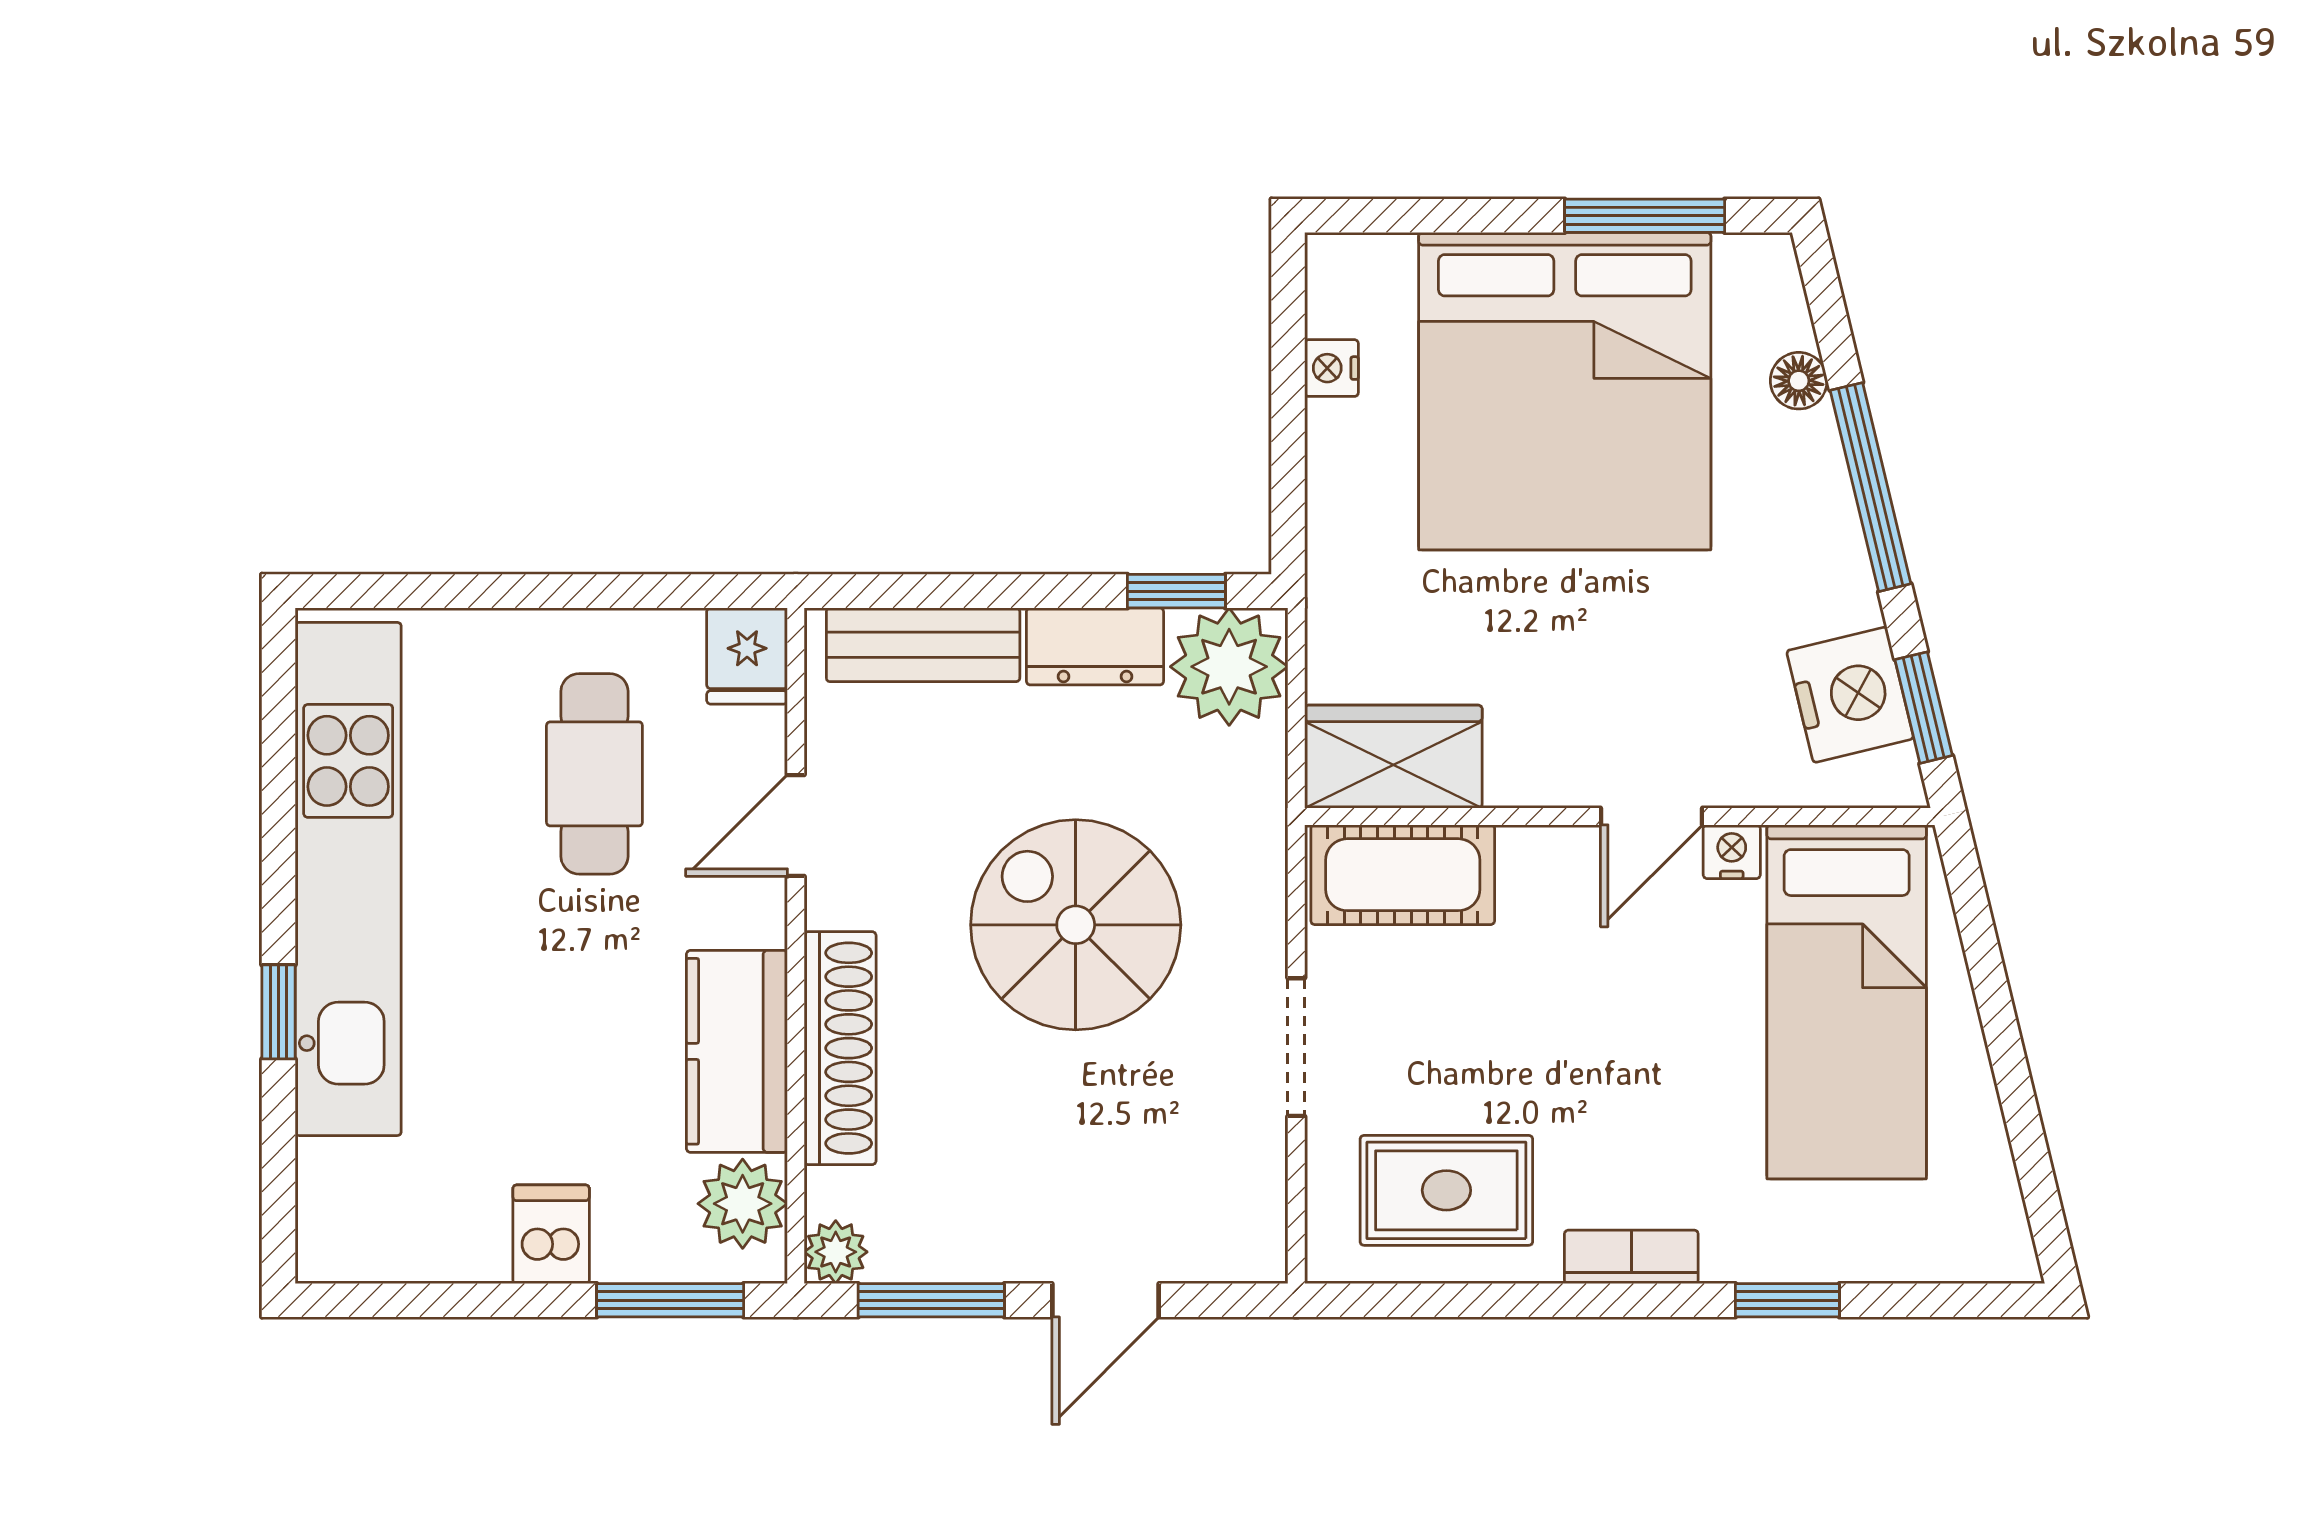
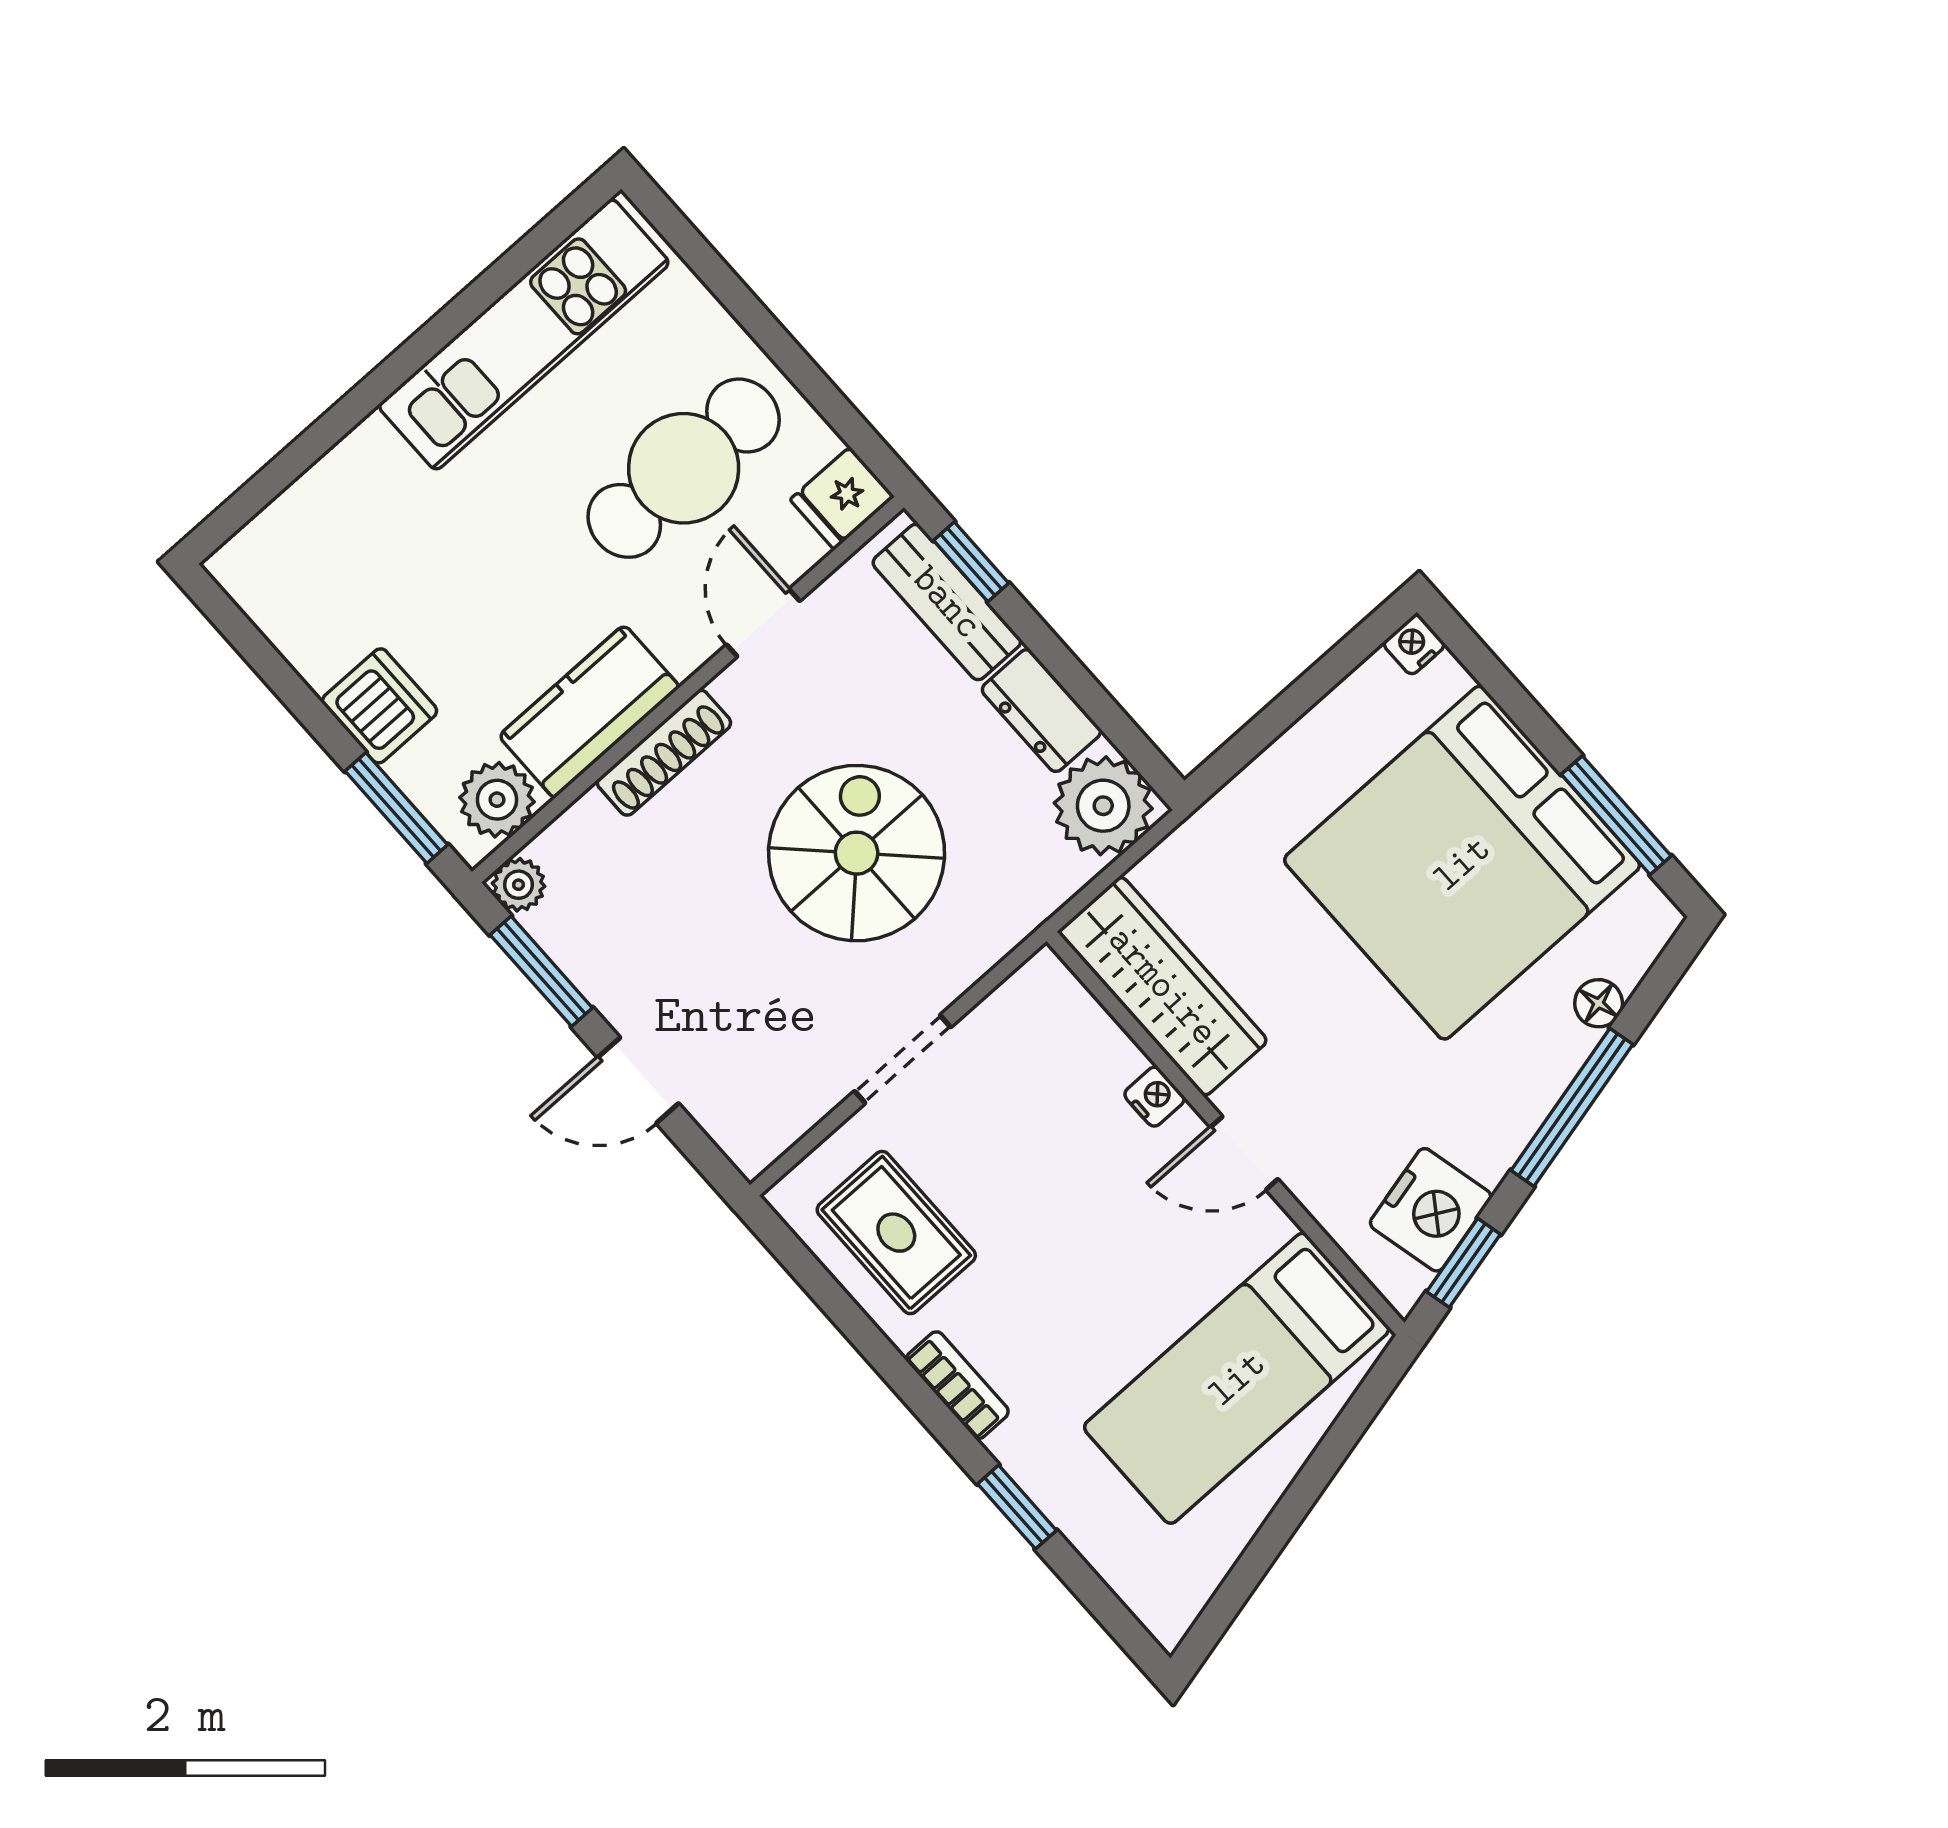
nightstand: (1332, 368) -> (1414, 644), moved
window: (1176, 591) -> (971, 562), moved
wardrobe: (1393, 757) -> (1163, 986), width x1.50
cafe table: (594, 774) -> (684, 468), width x1.37, depth x1.35
door: (796, 825) -> (763, 623), hinge flipped
nightstand: (1732, 852) -> (1155, 1097), moved
cot: (1403, 875) -> (1070, 1030), removed
kitchen unit: (348, 879) -> (524, 334), width x0.73
window: (278, 1012) -> (359, 403), removed
shoe rack: (840, 1048) -> (664, 753), width x0.74, depth x0.81
dishwasher: (551, 1234) -> (380, 706), width x1.38

